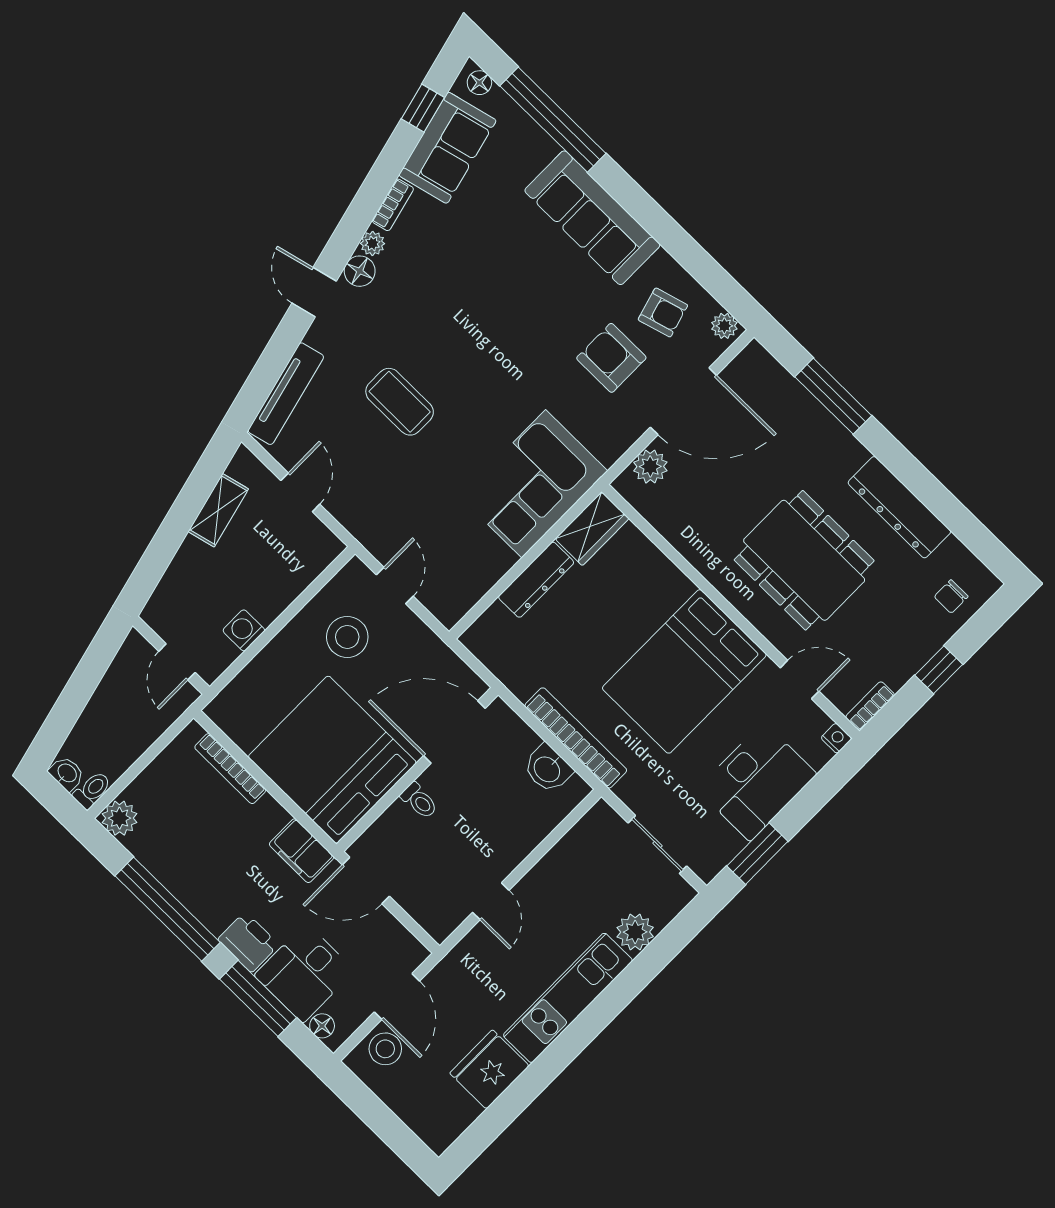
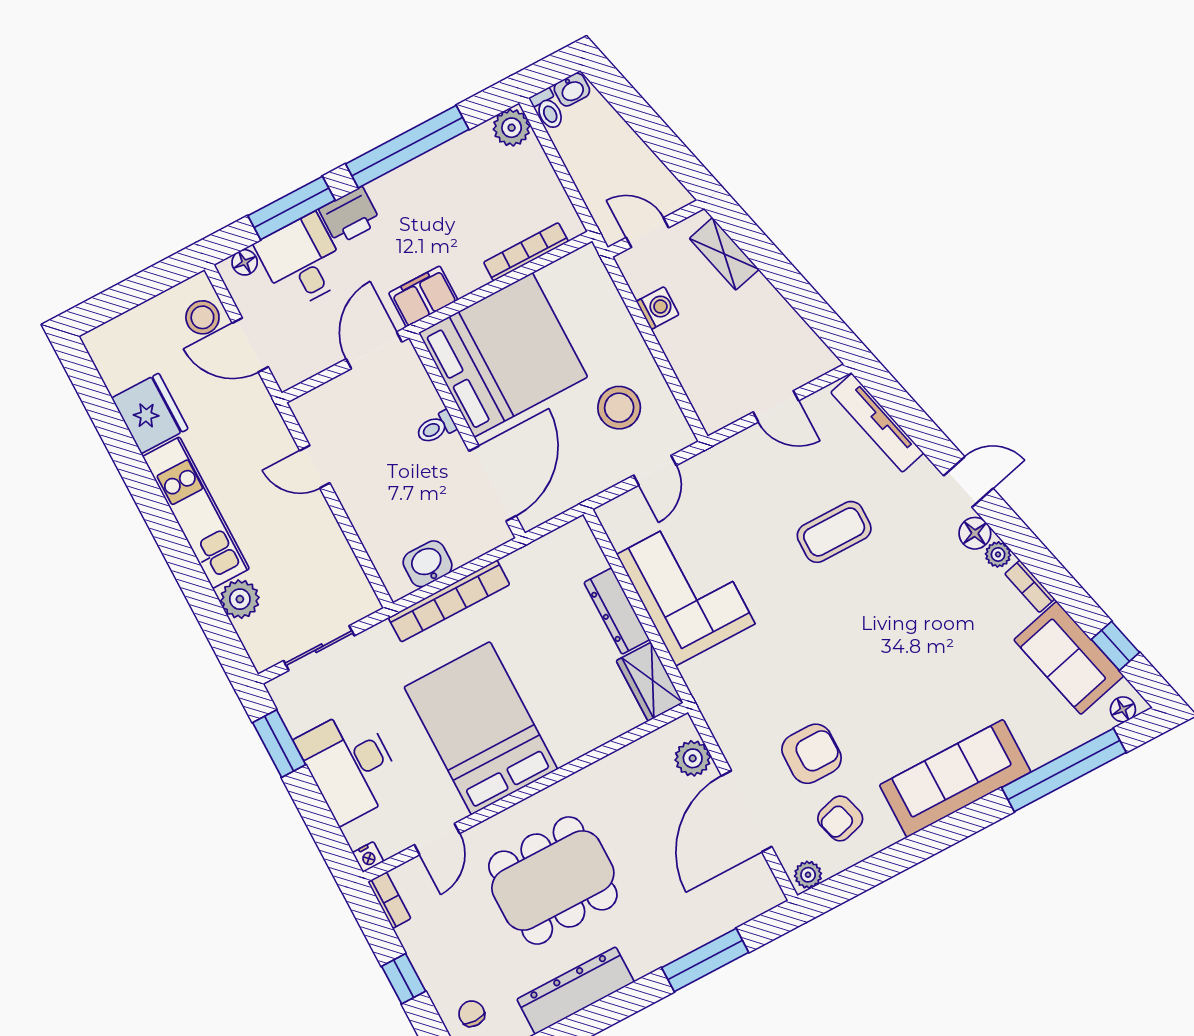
corner sofa: (534, 484) -> (686, 589), moved
shelving: (218, 510) -> (724, 254), moved
door: (395, 585) -> (655, 470), hinge flipped

